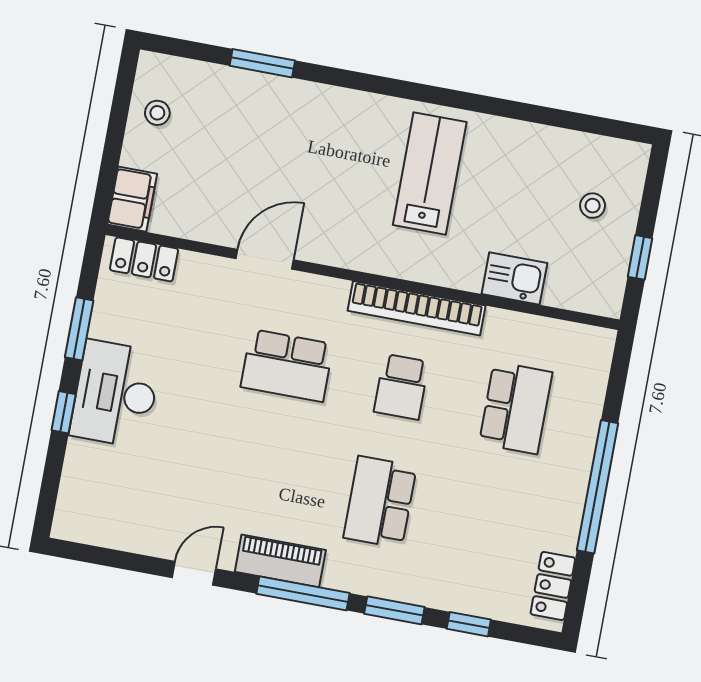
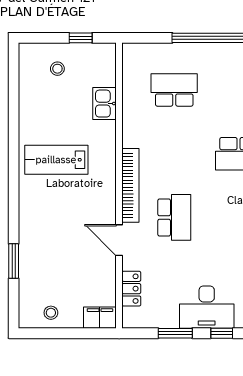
locker: (144, 259) -> (131, 289), moved
bookcase: (417, 308) -> (130, 185), moved
school desk: (401, 387) -> (174, 154), removed

